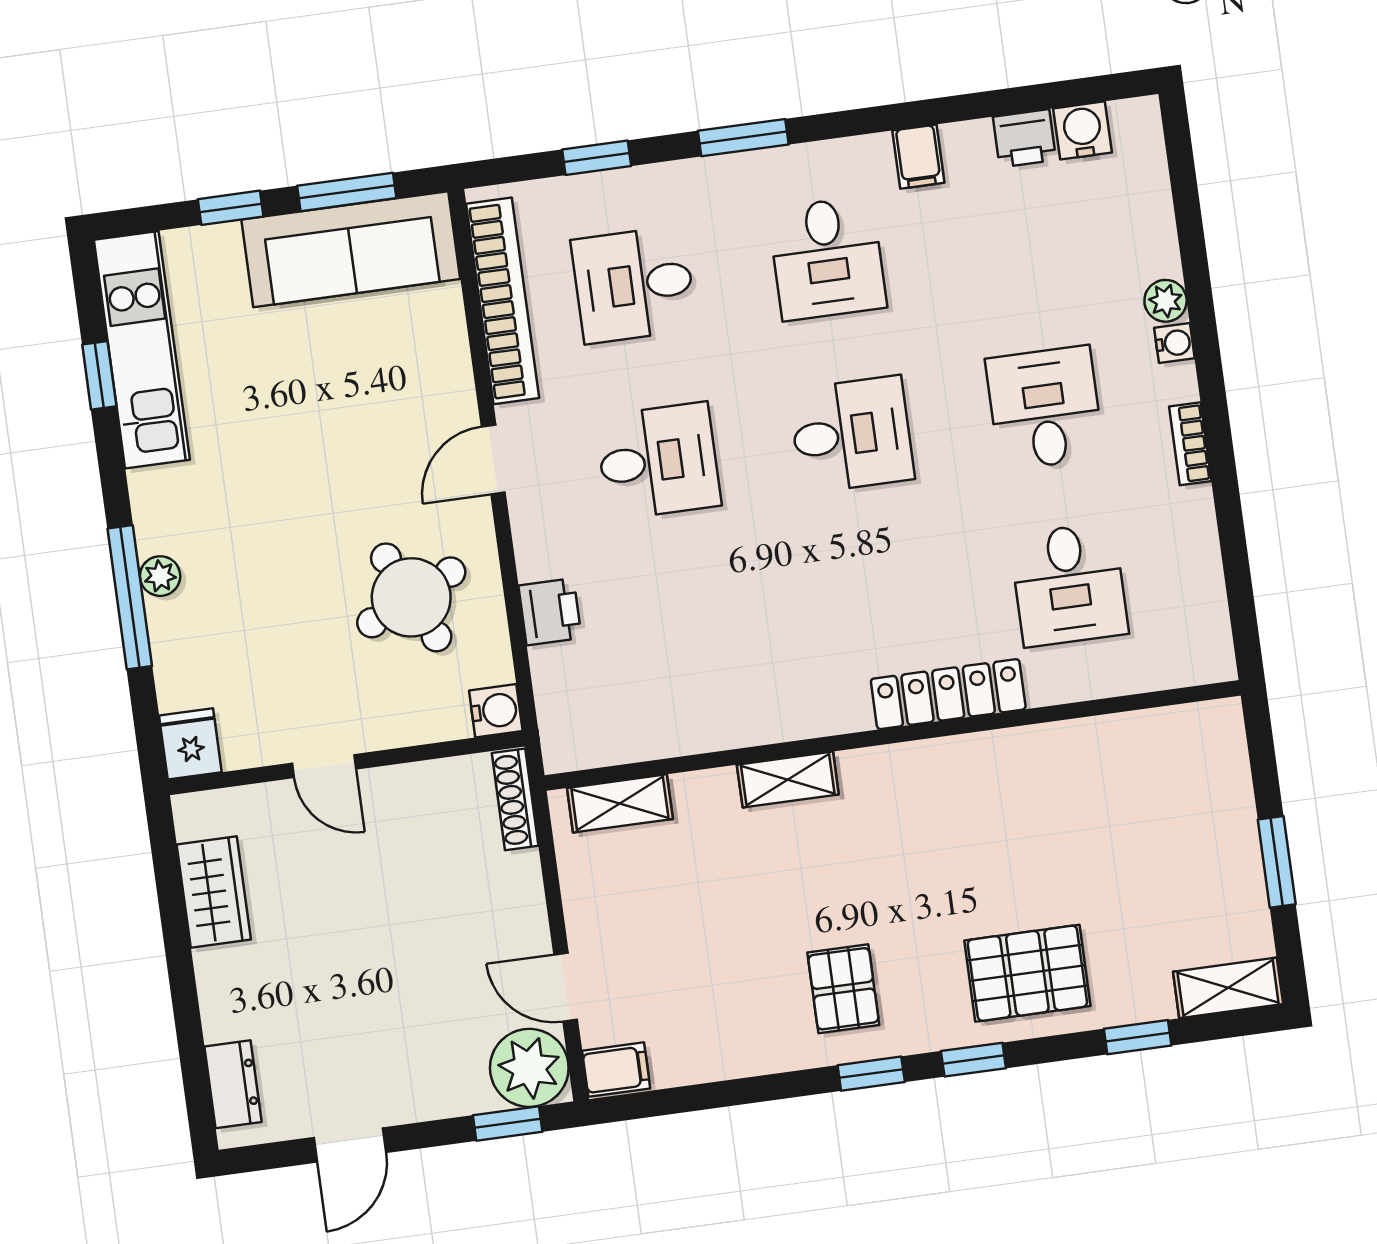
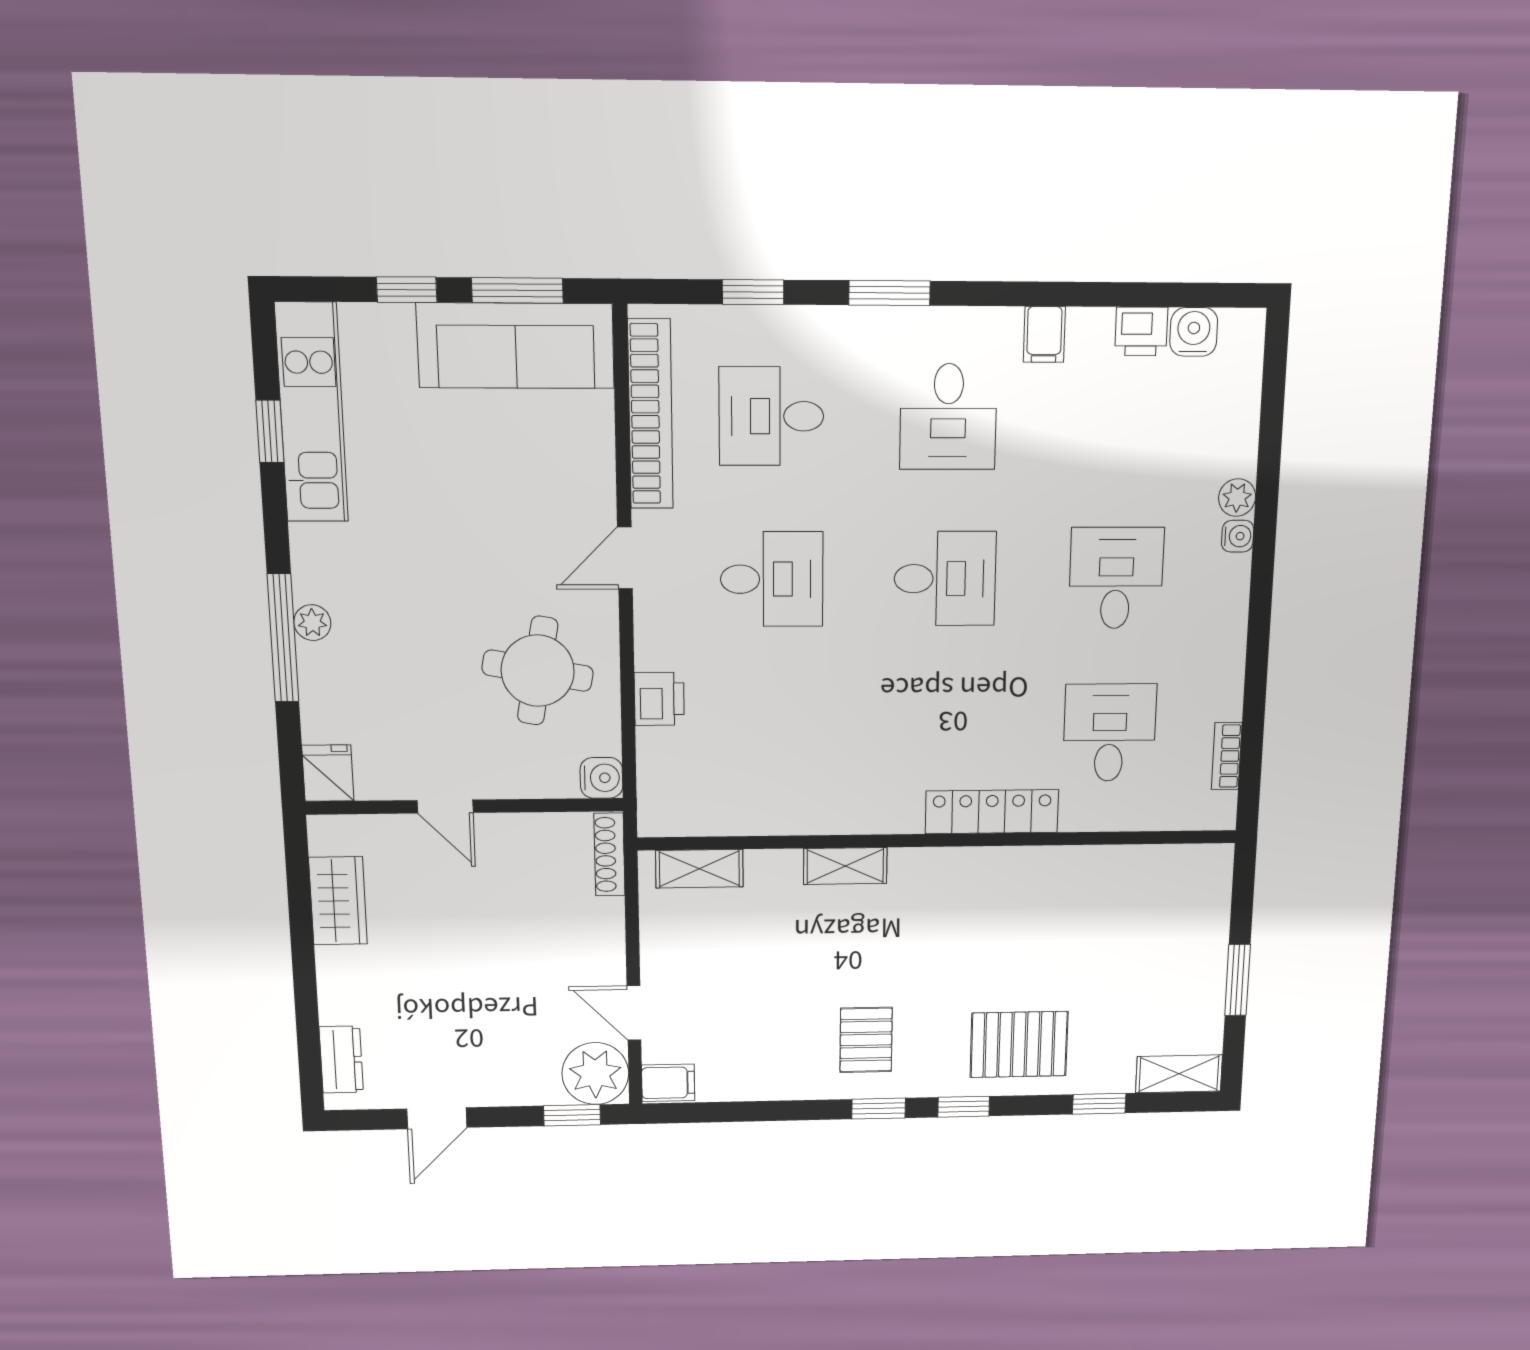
bookcase: (1190, 444) -> (1227, 756), moved
desk: (1069, 584) -> (1110, 733), turned 180
round table: (411, 597) -> (538, 671), turned 35

